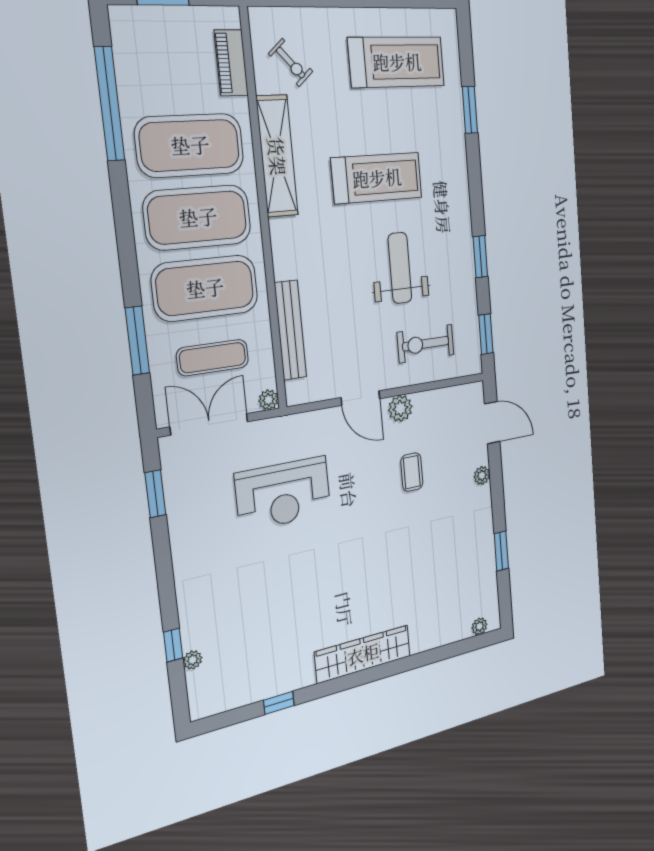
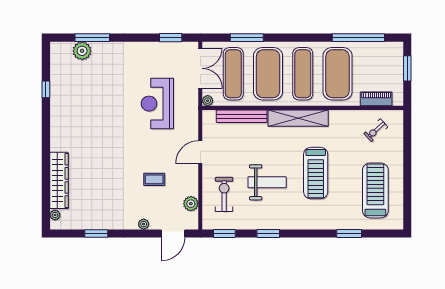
treadmill: (397, 62) -> (375, 190), turned 180
shelving: (277, 156) -> (298, 118), moved
exercise mat: (198, 217) -> (303, 74), width x0.68
exercise mat: (213, 358) -> (233, 74), width x1.36, depth x1.45
plant: (400, 408) -> (191, 204), moved
window: (173, 645) -> (92, 38), width x2.17
wardrobe: (363, 654) -> (59, 180), moved
plant: (193, 660) -> (82, 51), width x1.88, depth x1.88

